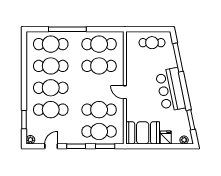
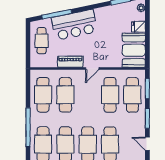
piano: (131, 71) -> (70, 62), added
bar counter: (171, 90) -> (74, 25), moved

